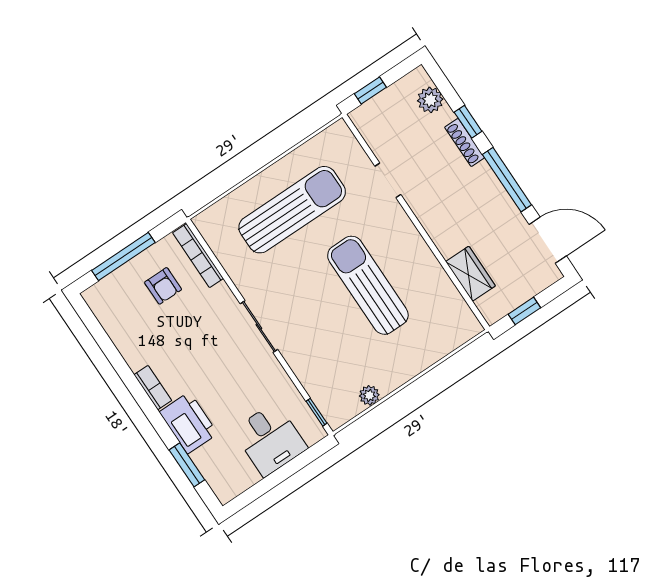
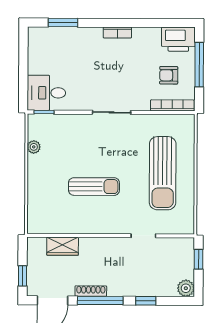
plant: (430, 100) -> (186, 288), moved
shoe rack: (465, 142) -> (91, 291), moved
sun lounger: (368, 285) -> (94, 187), width x0.73, depth x0.75
window: (524, 311) -> (23, 276), moved
printer: (188, 423) -> (178, 39), moved
desk: (270, 439) -> (46, 93), moved

